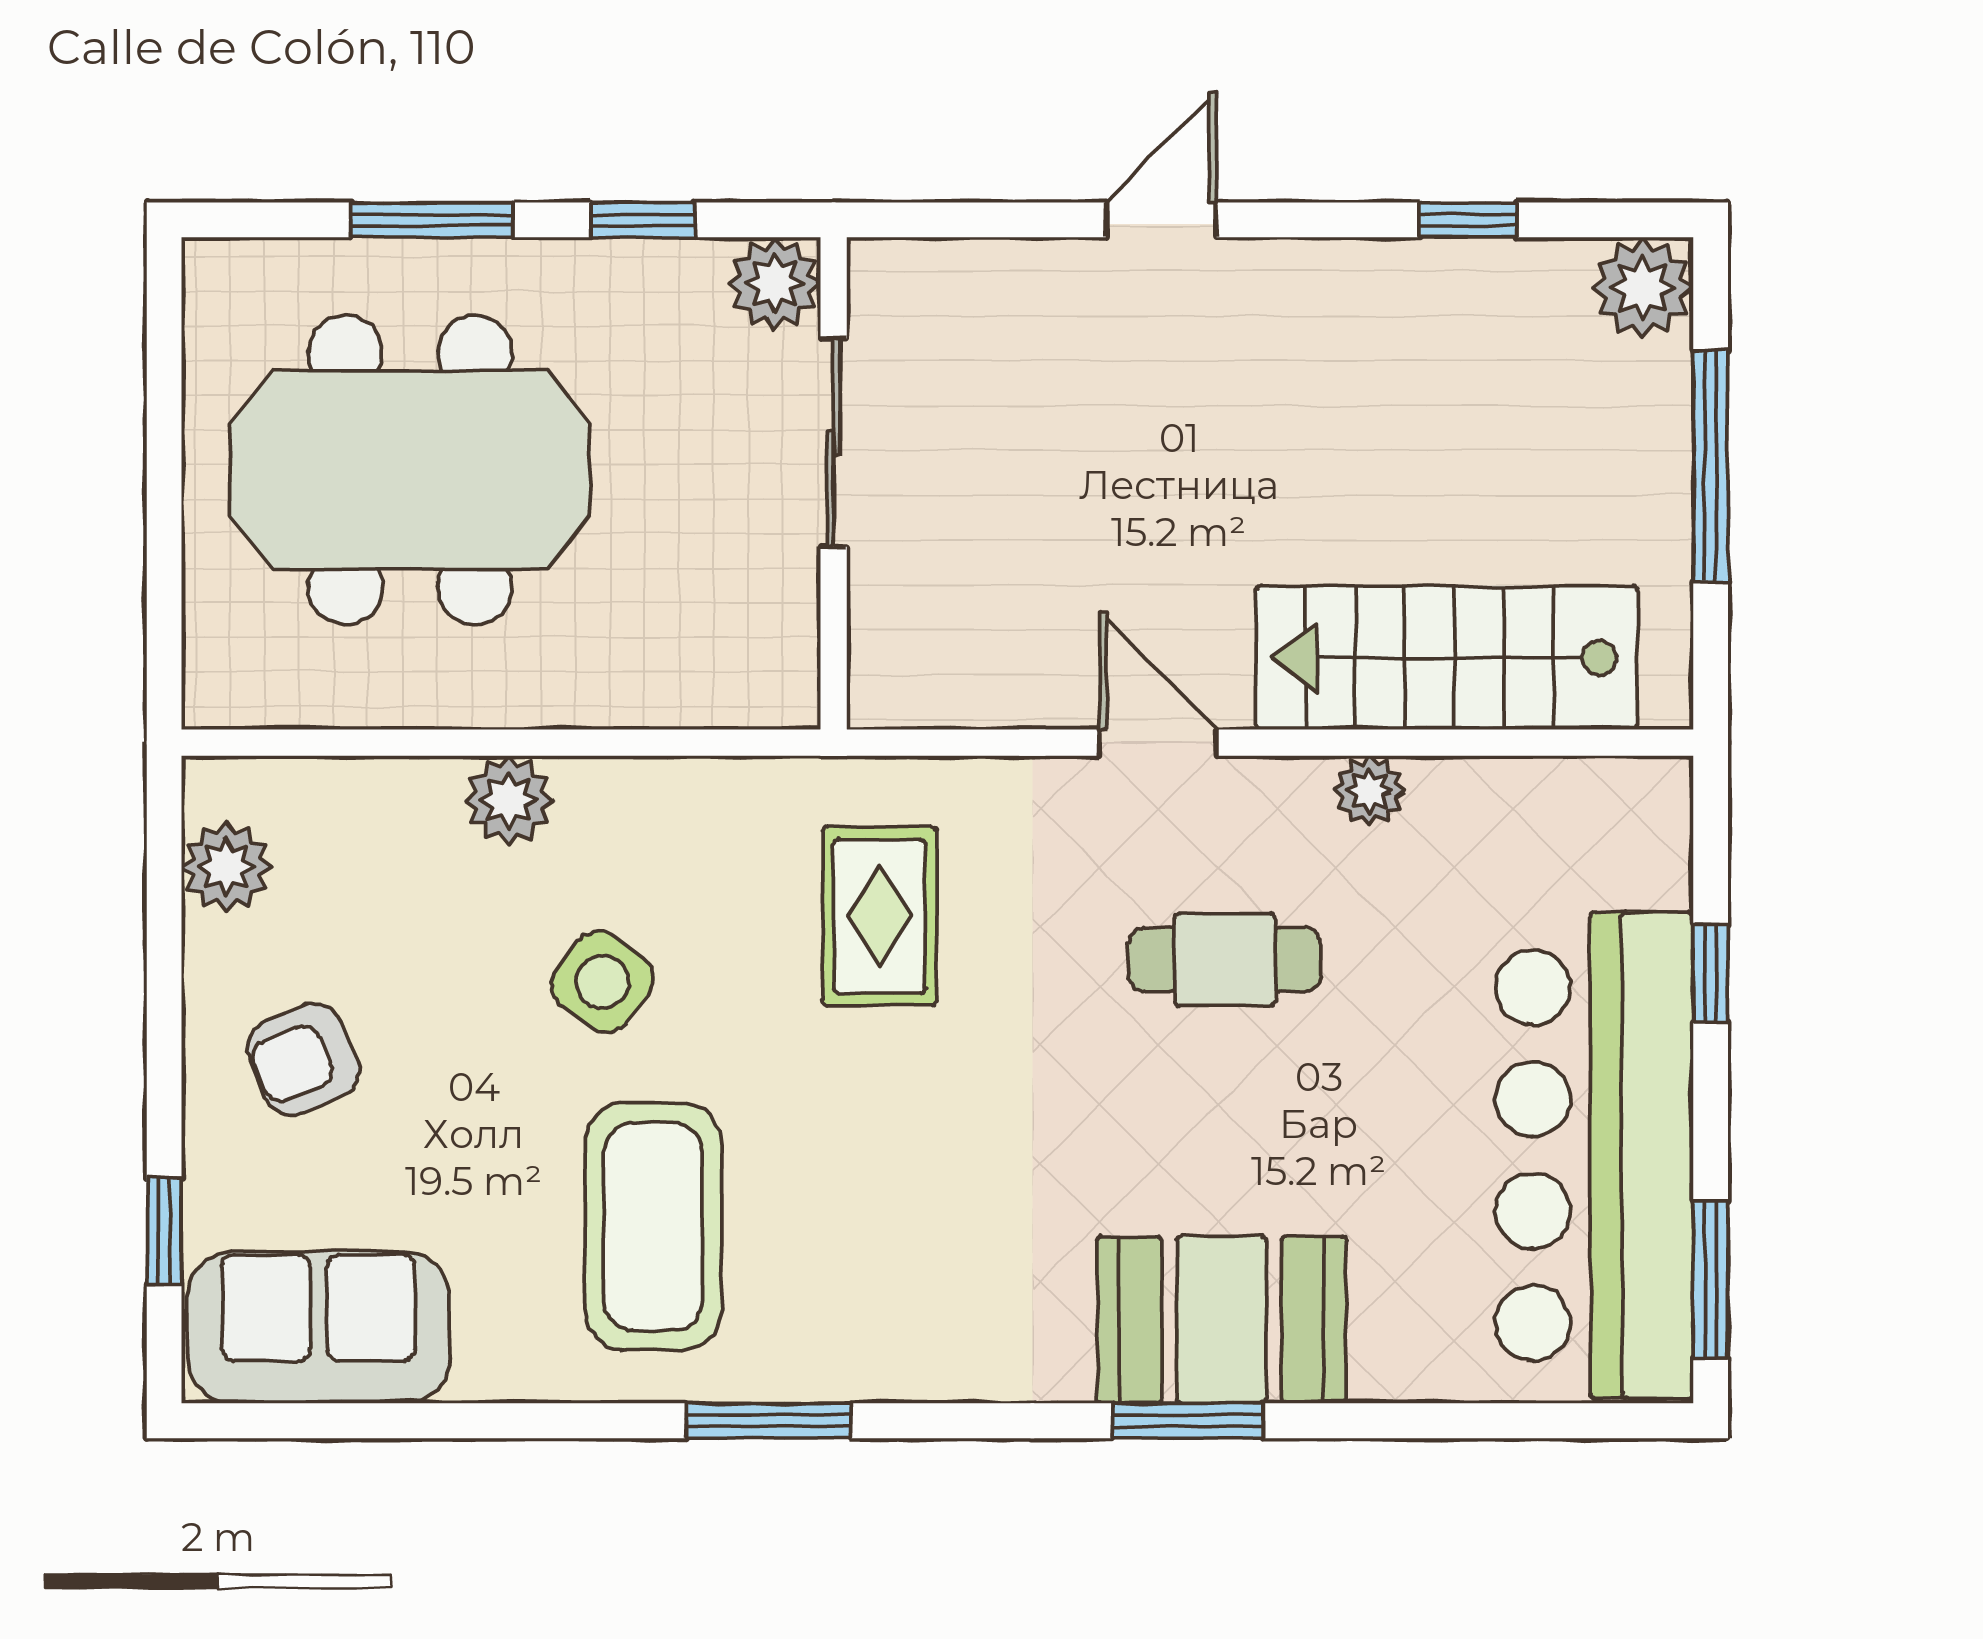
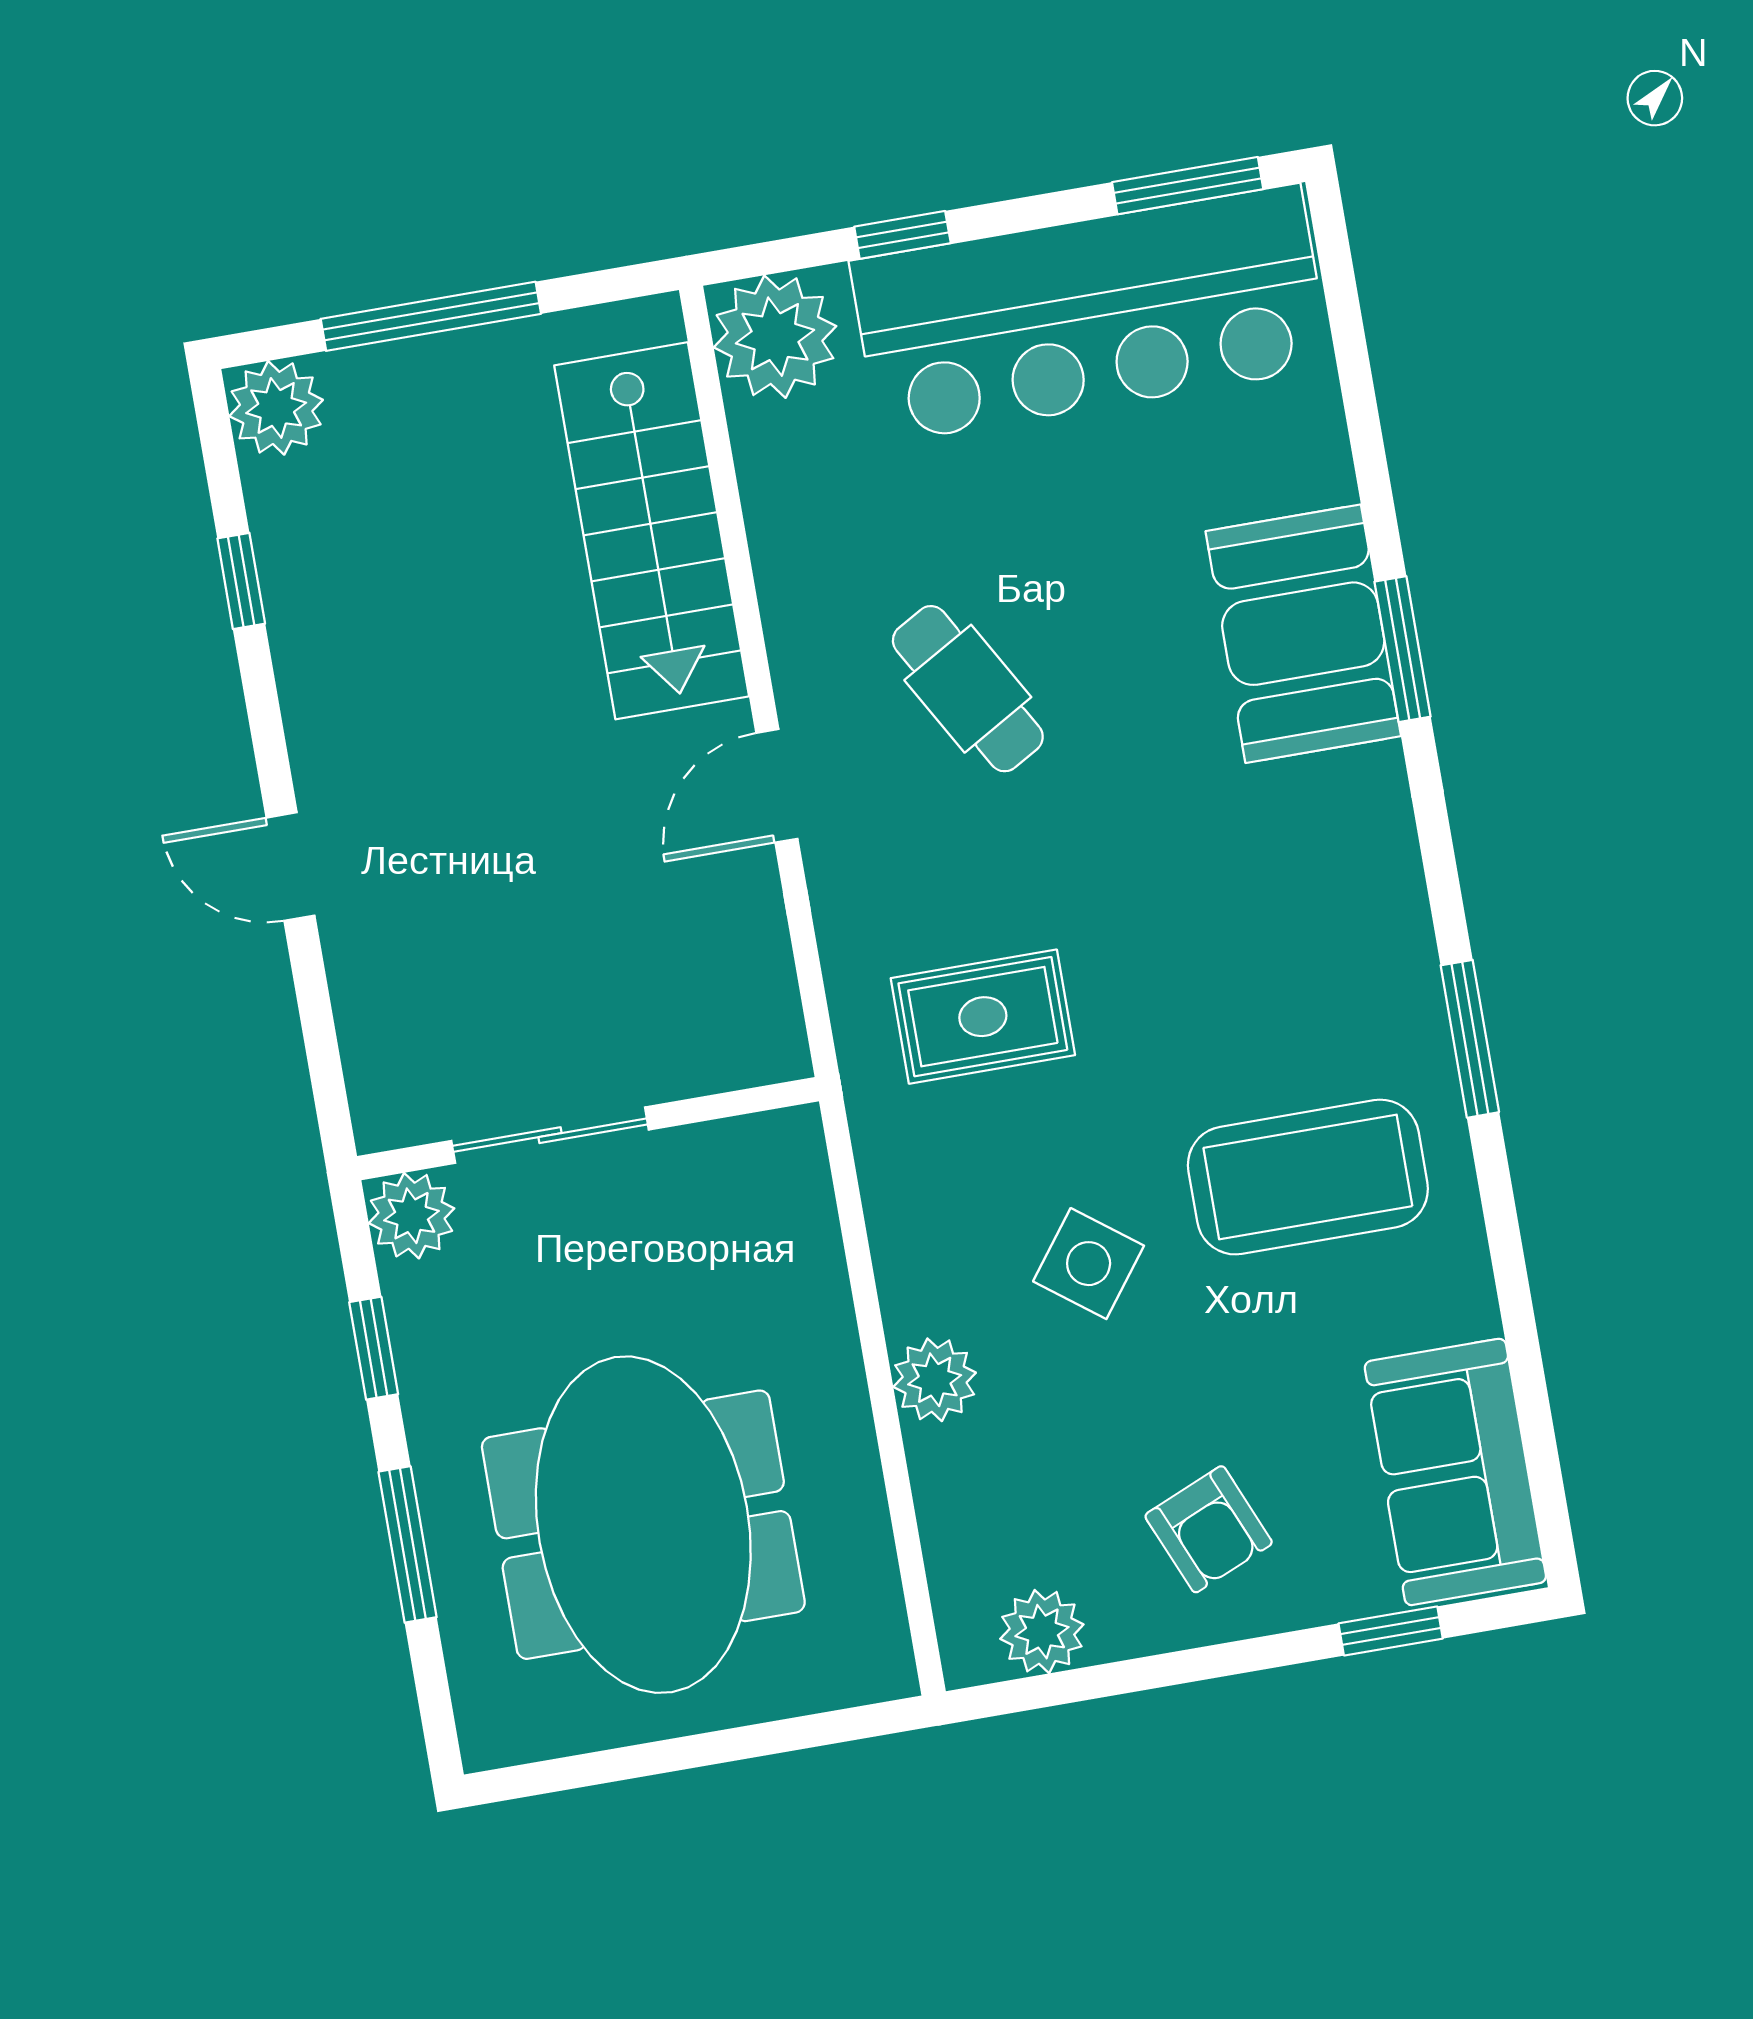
plant: (1369, 791) -> (775, 337), moved, width x1.88, depth x1.88
cafe table: (1225, 960) -> (968, 689), turned -30

